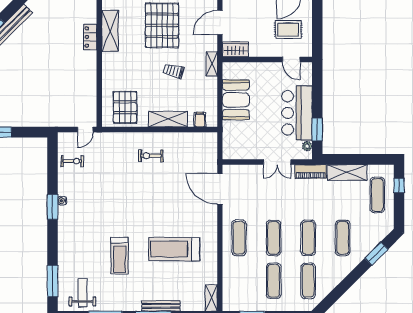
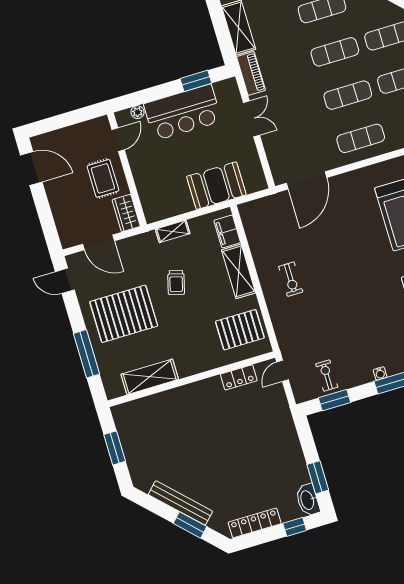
rug: (288, 30) -> (103, 178), moved
locker: (90, 37) -> (239, 377), moved
shelving: (212, 64) -> (173, 231), moved
booth: (236, 100) -> (216, 186), moved
filing cabinet: (200, 119) -> (227, 231), width x2.00
door: (85, 130) -> (282, 371), swing flipped
plant: (307, 146) -> (138, 112), moved
window: (52, 161) -> (335, 400), added

